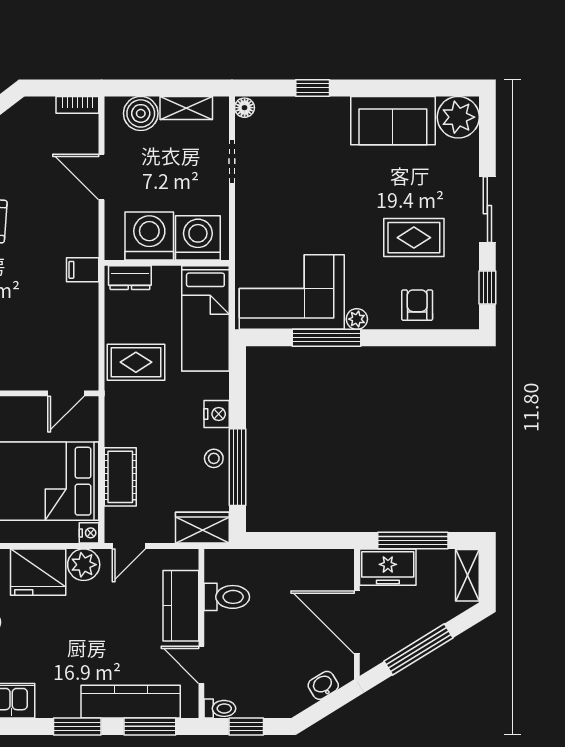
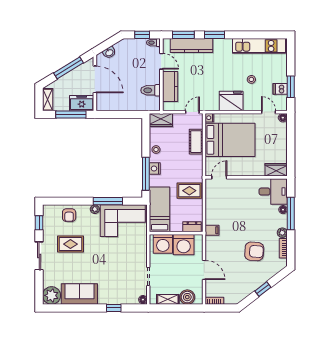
window: (238, 467) -> (146, 174), moved
plant: (84, 565) -> (212, 104), removed

